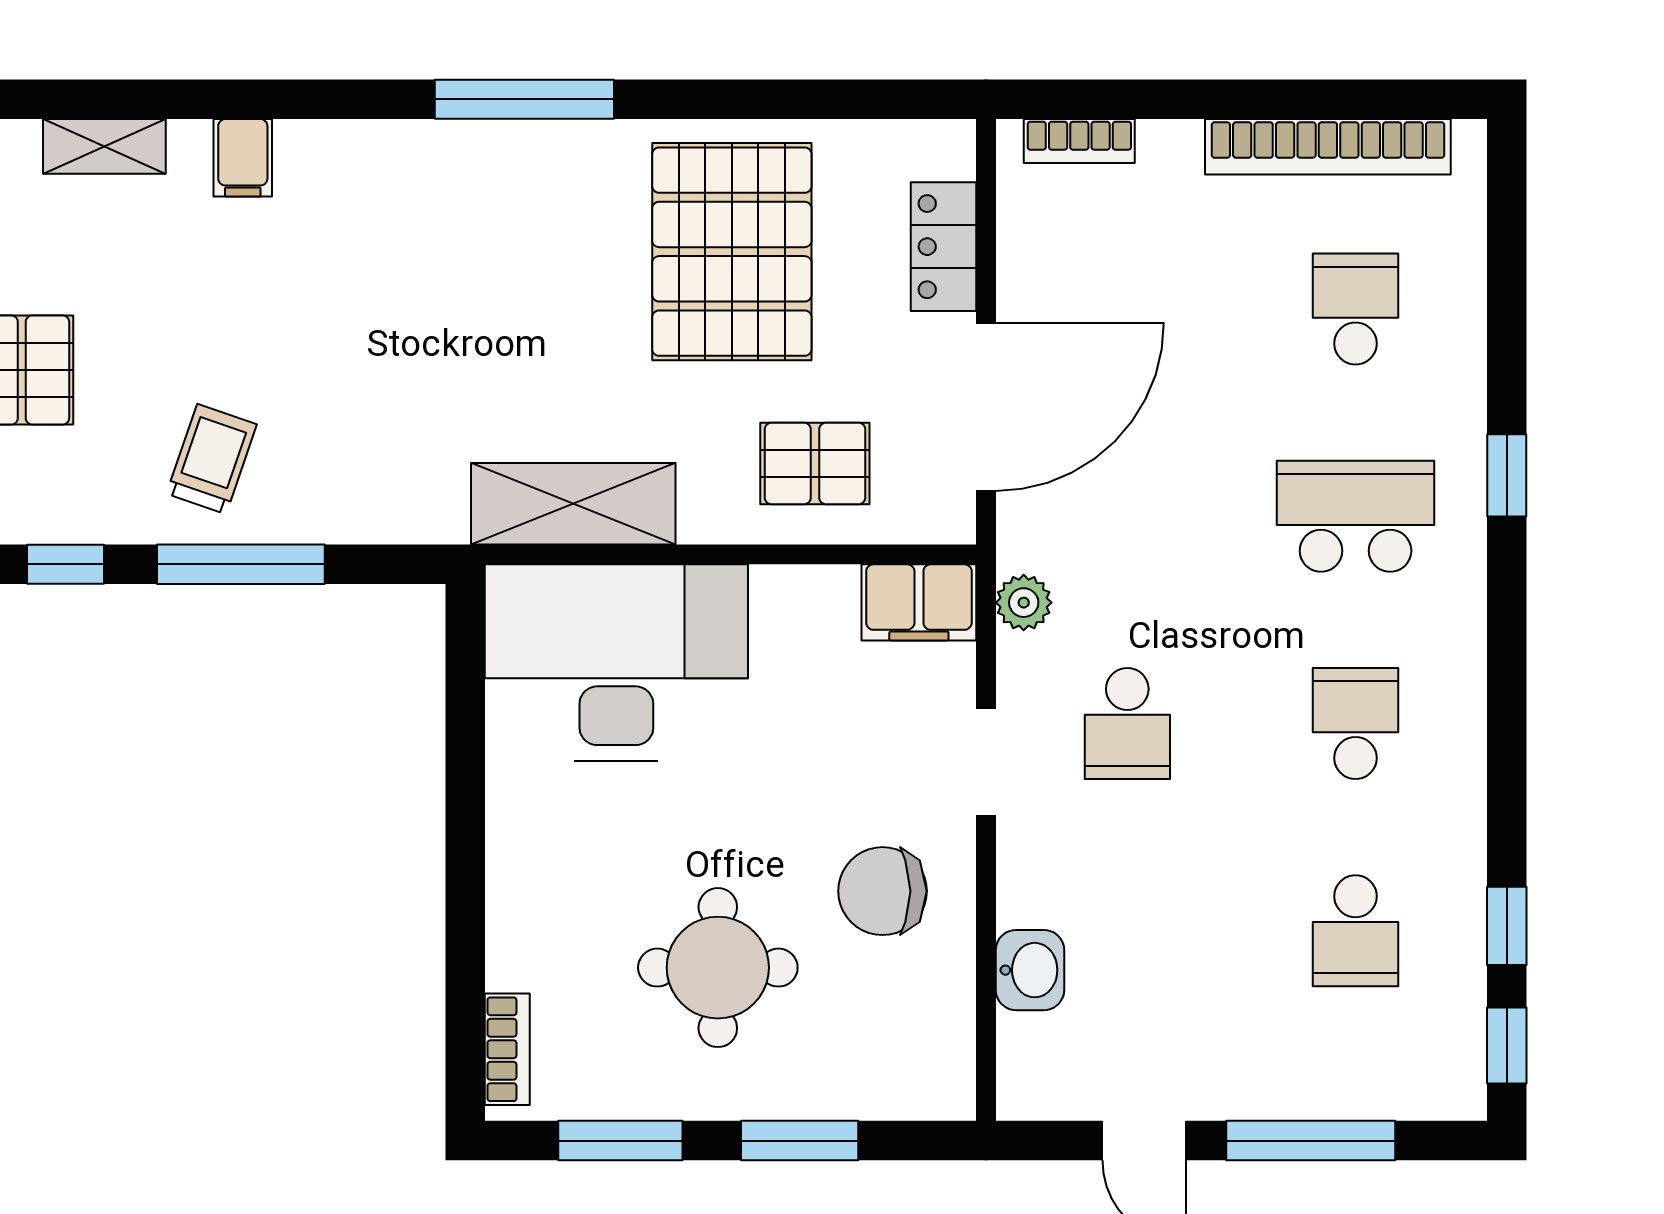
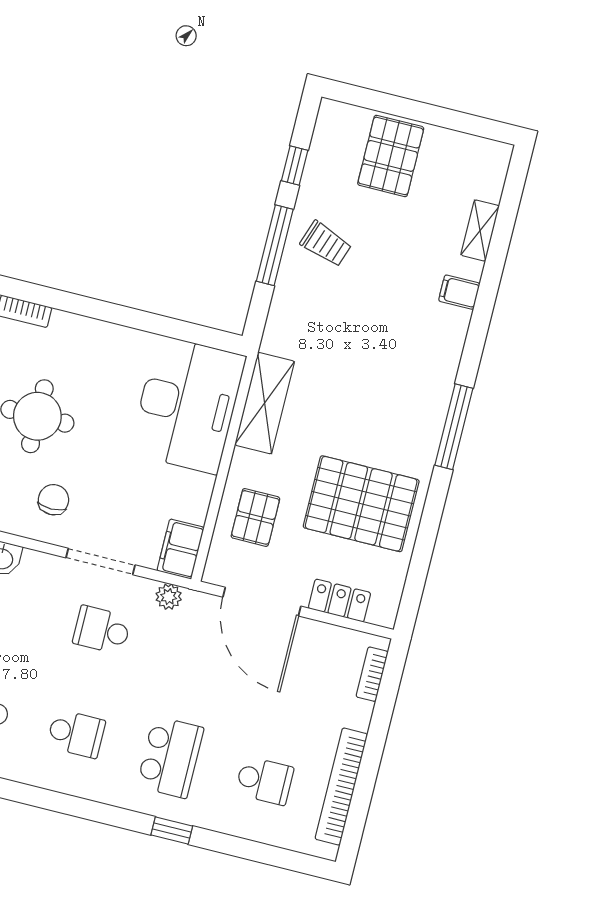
doorway: (986, 762) -> (101, 561), width x1.38
chair: (882, 891) -> (53, 500), width x0.73, depth x0.73

